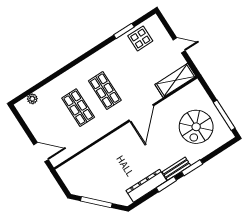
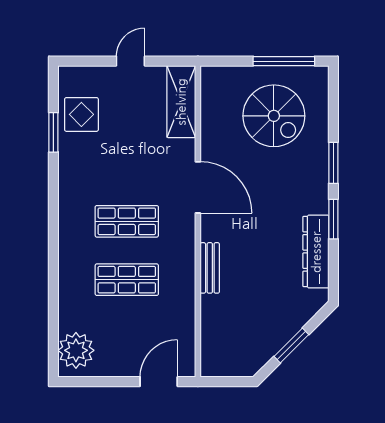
plant: (32, 99) -> (76, 350), width x1.87, depth x1.87
bench: (176, 169) -> (210, 268), moved
window: (96, 202) -> (291, 345), width x0.69

